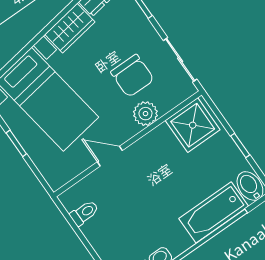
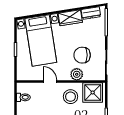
chair: (132, 76) -> (82, 55), turned 90
stool: (161, 157) -> (70, 97), added

